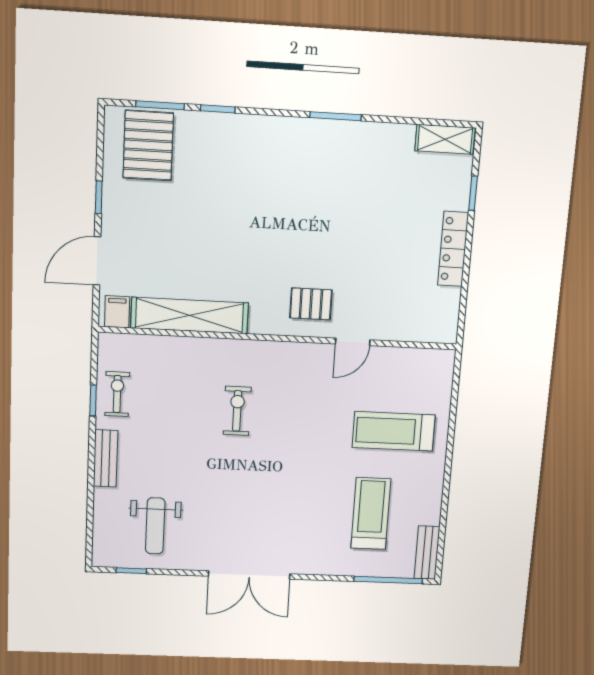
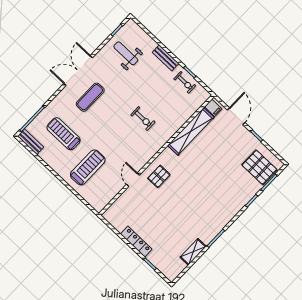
shelving: (445, 139) -> (193, 252), moved
treadmill: (371, 514) -> (64, 134), turned 180
exercise mat: (275, 522) -> (90, 97), added

